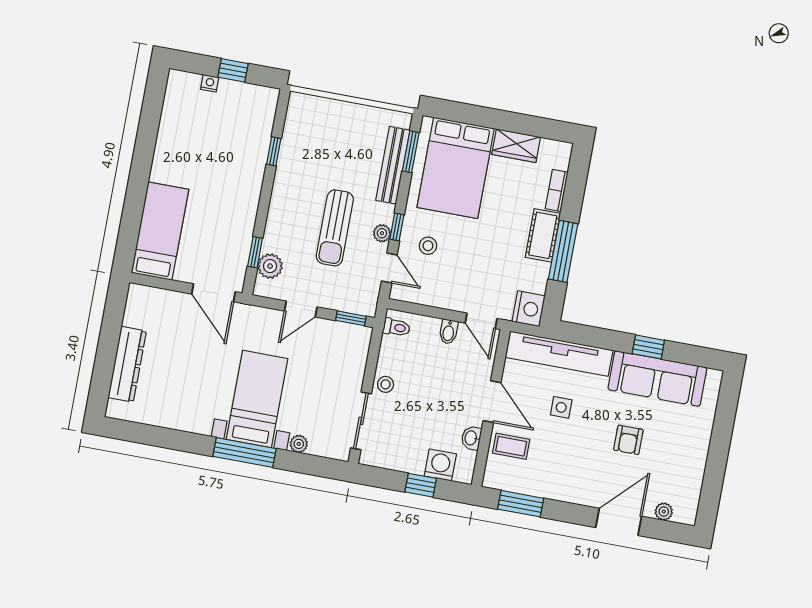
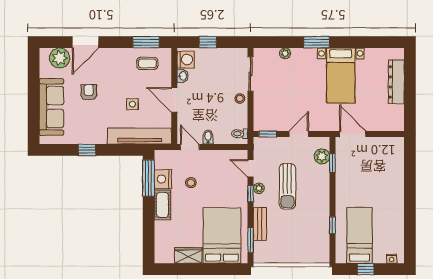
nightstand: (210, 83) -> (392, 259), moved
bench: (393, 165) -> (260, 224), width x0.73
bookcase: (557, 190) -> (159, 233), removed
sun lounger: (335, 228) -> (287, 186), turned 180
bed: (160, 231) -> (360, 235), moved, turned 180
stool: (428, 246) -> (191, 183), moved
window: (563, 251) -> (149, 178), moved
nightstand: (529, 309) -> (163, 179), moved
sofa: (657, 379) -> (51, 107), moved, turned 90
bed with nightstands: (257, 399) -> (341, 75), moved
coffee table: (511, 446) -> (147, 63), moved
window: (245, 453) -> (317, 42), width x0.69
washing machine: (440, 465) -> (186, 60), moved, turned -90
plant: (664, 512) -> (60, 58), width x1.87, depth x1.87

